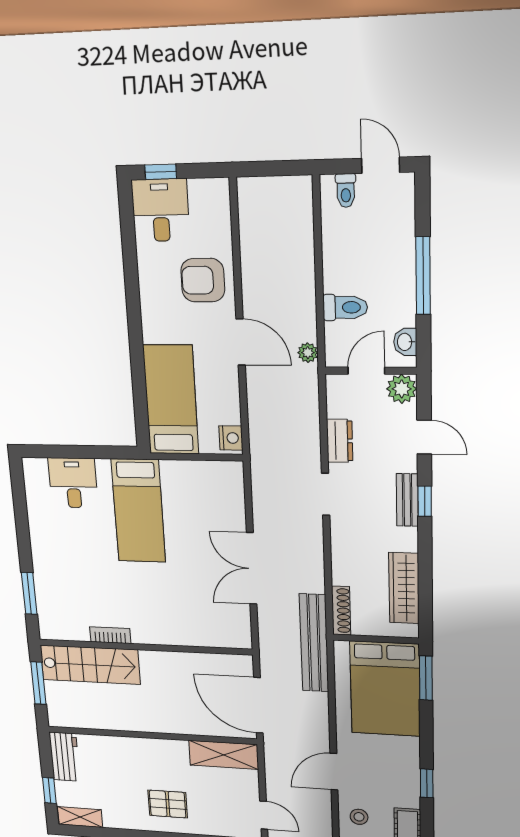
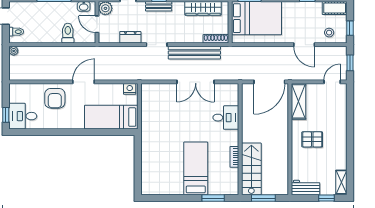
plant: (308, 353) -> (14, 51), moved
desk: (73, 483) -> (226, 118), moved, turned 180
bed: (138, 511) -> (196, 168), moved, turned -90
bench: (314, 643) -> (194, 53), moved
pallet: (168, 804) -> (312, 139), moved, turned 90

